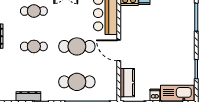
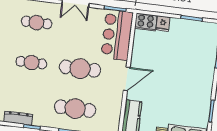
door: (119, 50) -> (127, 79), swing flipped

